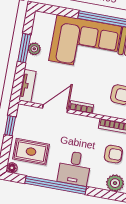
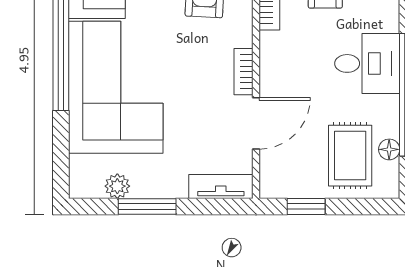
plant: (34, 49) -> (117, 186), moved
door: (55, 109) -> (256, 123), swing flipped
floor lamp: (12, 168) -> (389, 149), moved

